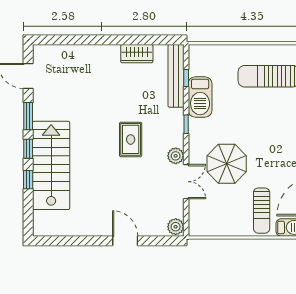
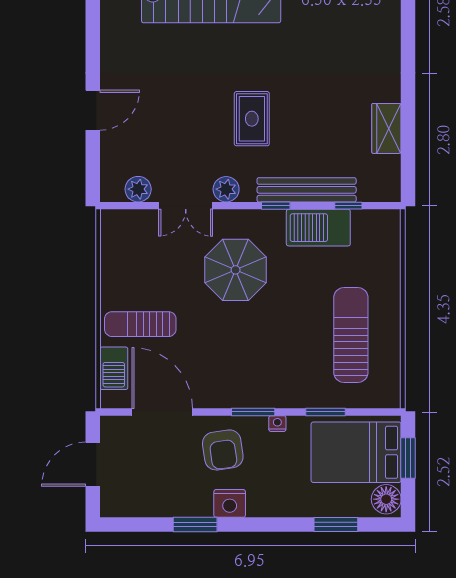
bench: (176, 76) -> (307, 190), moved
rug: (131, 139) -> (252, 119), turned 90
parasol: (227, 164) -> (236, 270), moved
plant: (176, 227) -> (138, 189), moved

